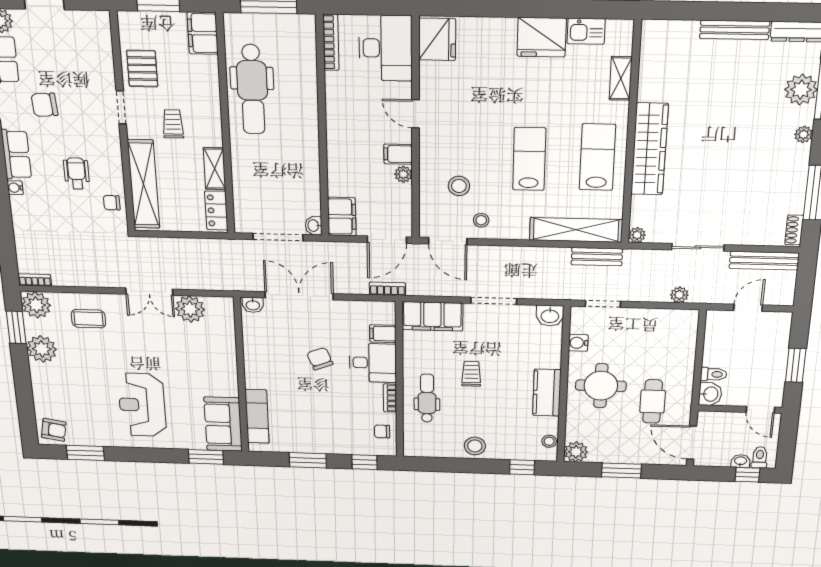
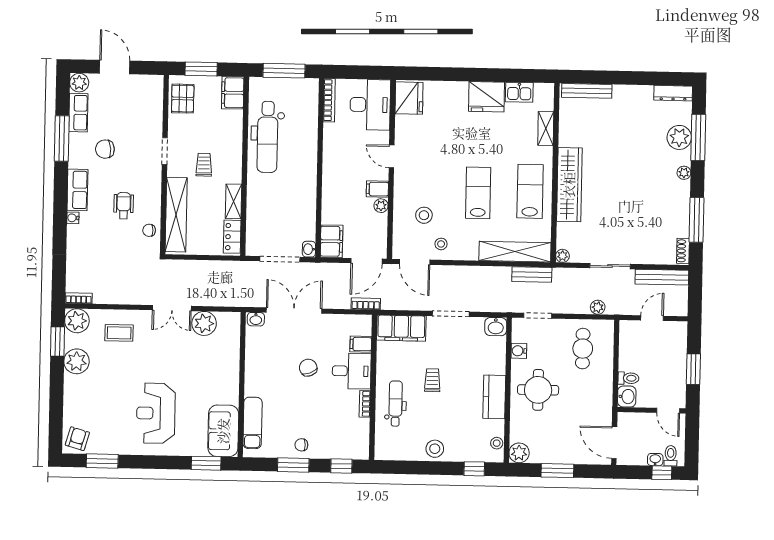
bench: (735, 30) -> (587, 91), moved
pallet: (142, 69) -> (183, 99), moved
cafe table: (653, 401) -> (583, 349), moved
armchair: (54, 430) -> (77, 439), turned -84
chair: (382, 431) -> (301, 445), moved

